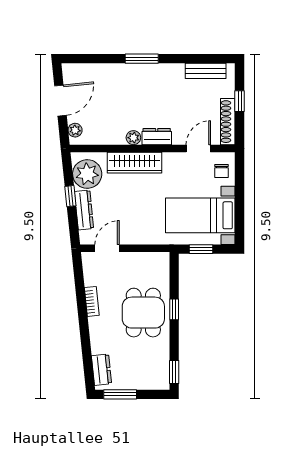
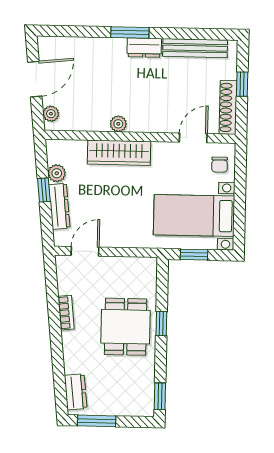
bench: (206, 71) -> (195, 48), width x1.36
dresser: (157, 137) -> (144, 48), moved, turned 180
plant: (87, 174) -> (57, 173), width x0.53, depth x0.53

